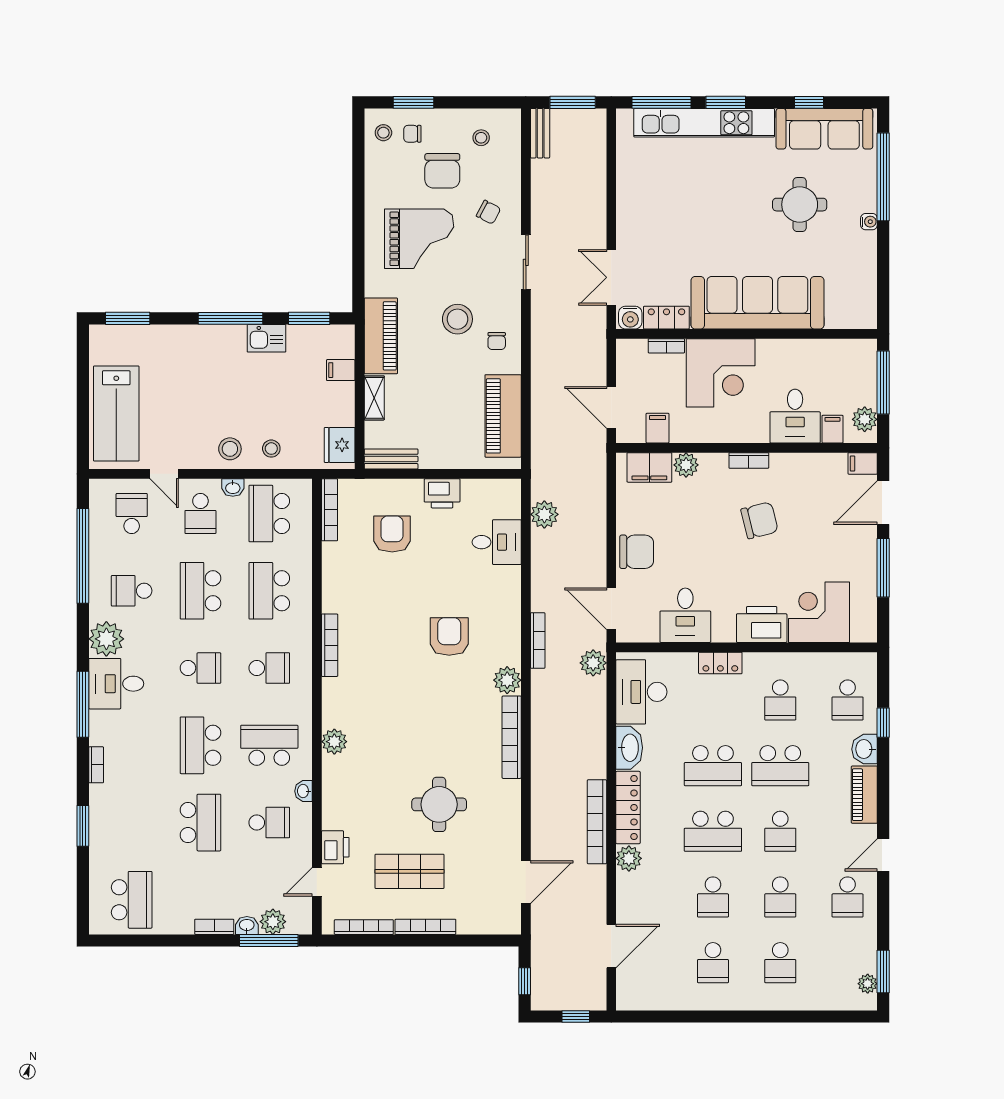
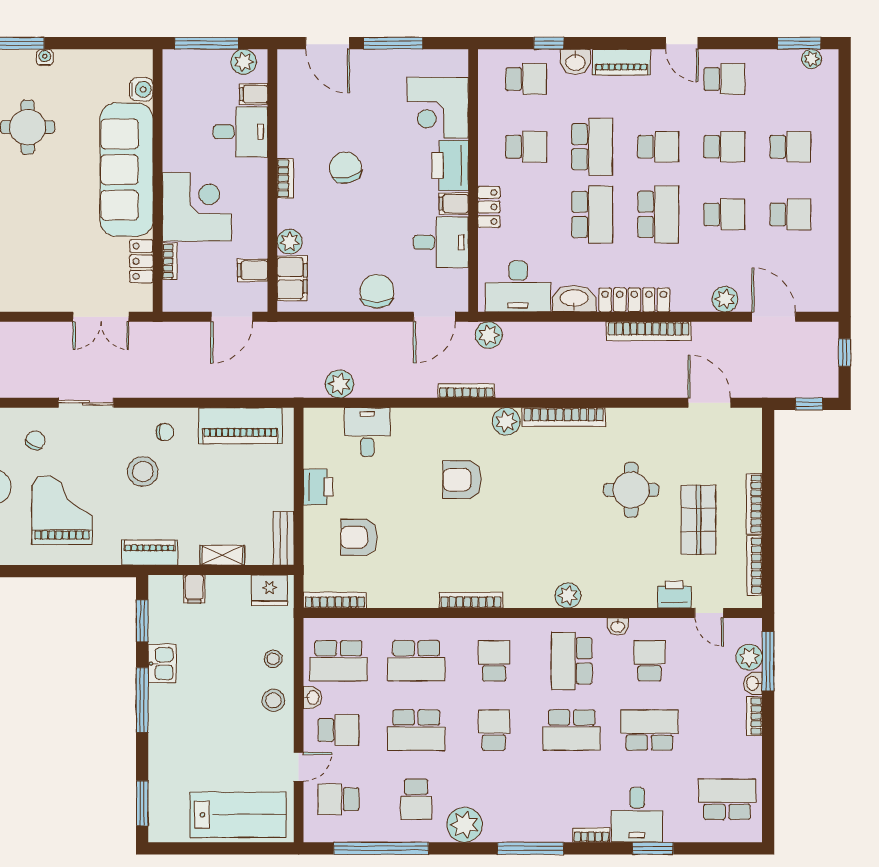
water cooler: (630, 318) -> (141, 89), moved
piano: (381, 336) -> (150, 553), width x0.73, depth x0.75
filing cabinet: (863, 463) -> (454, 204), moved, turned 90
desk: (116, 684) -> (637, 815), moved
plant: (629, 858) -> (725, 299), moved

